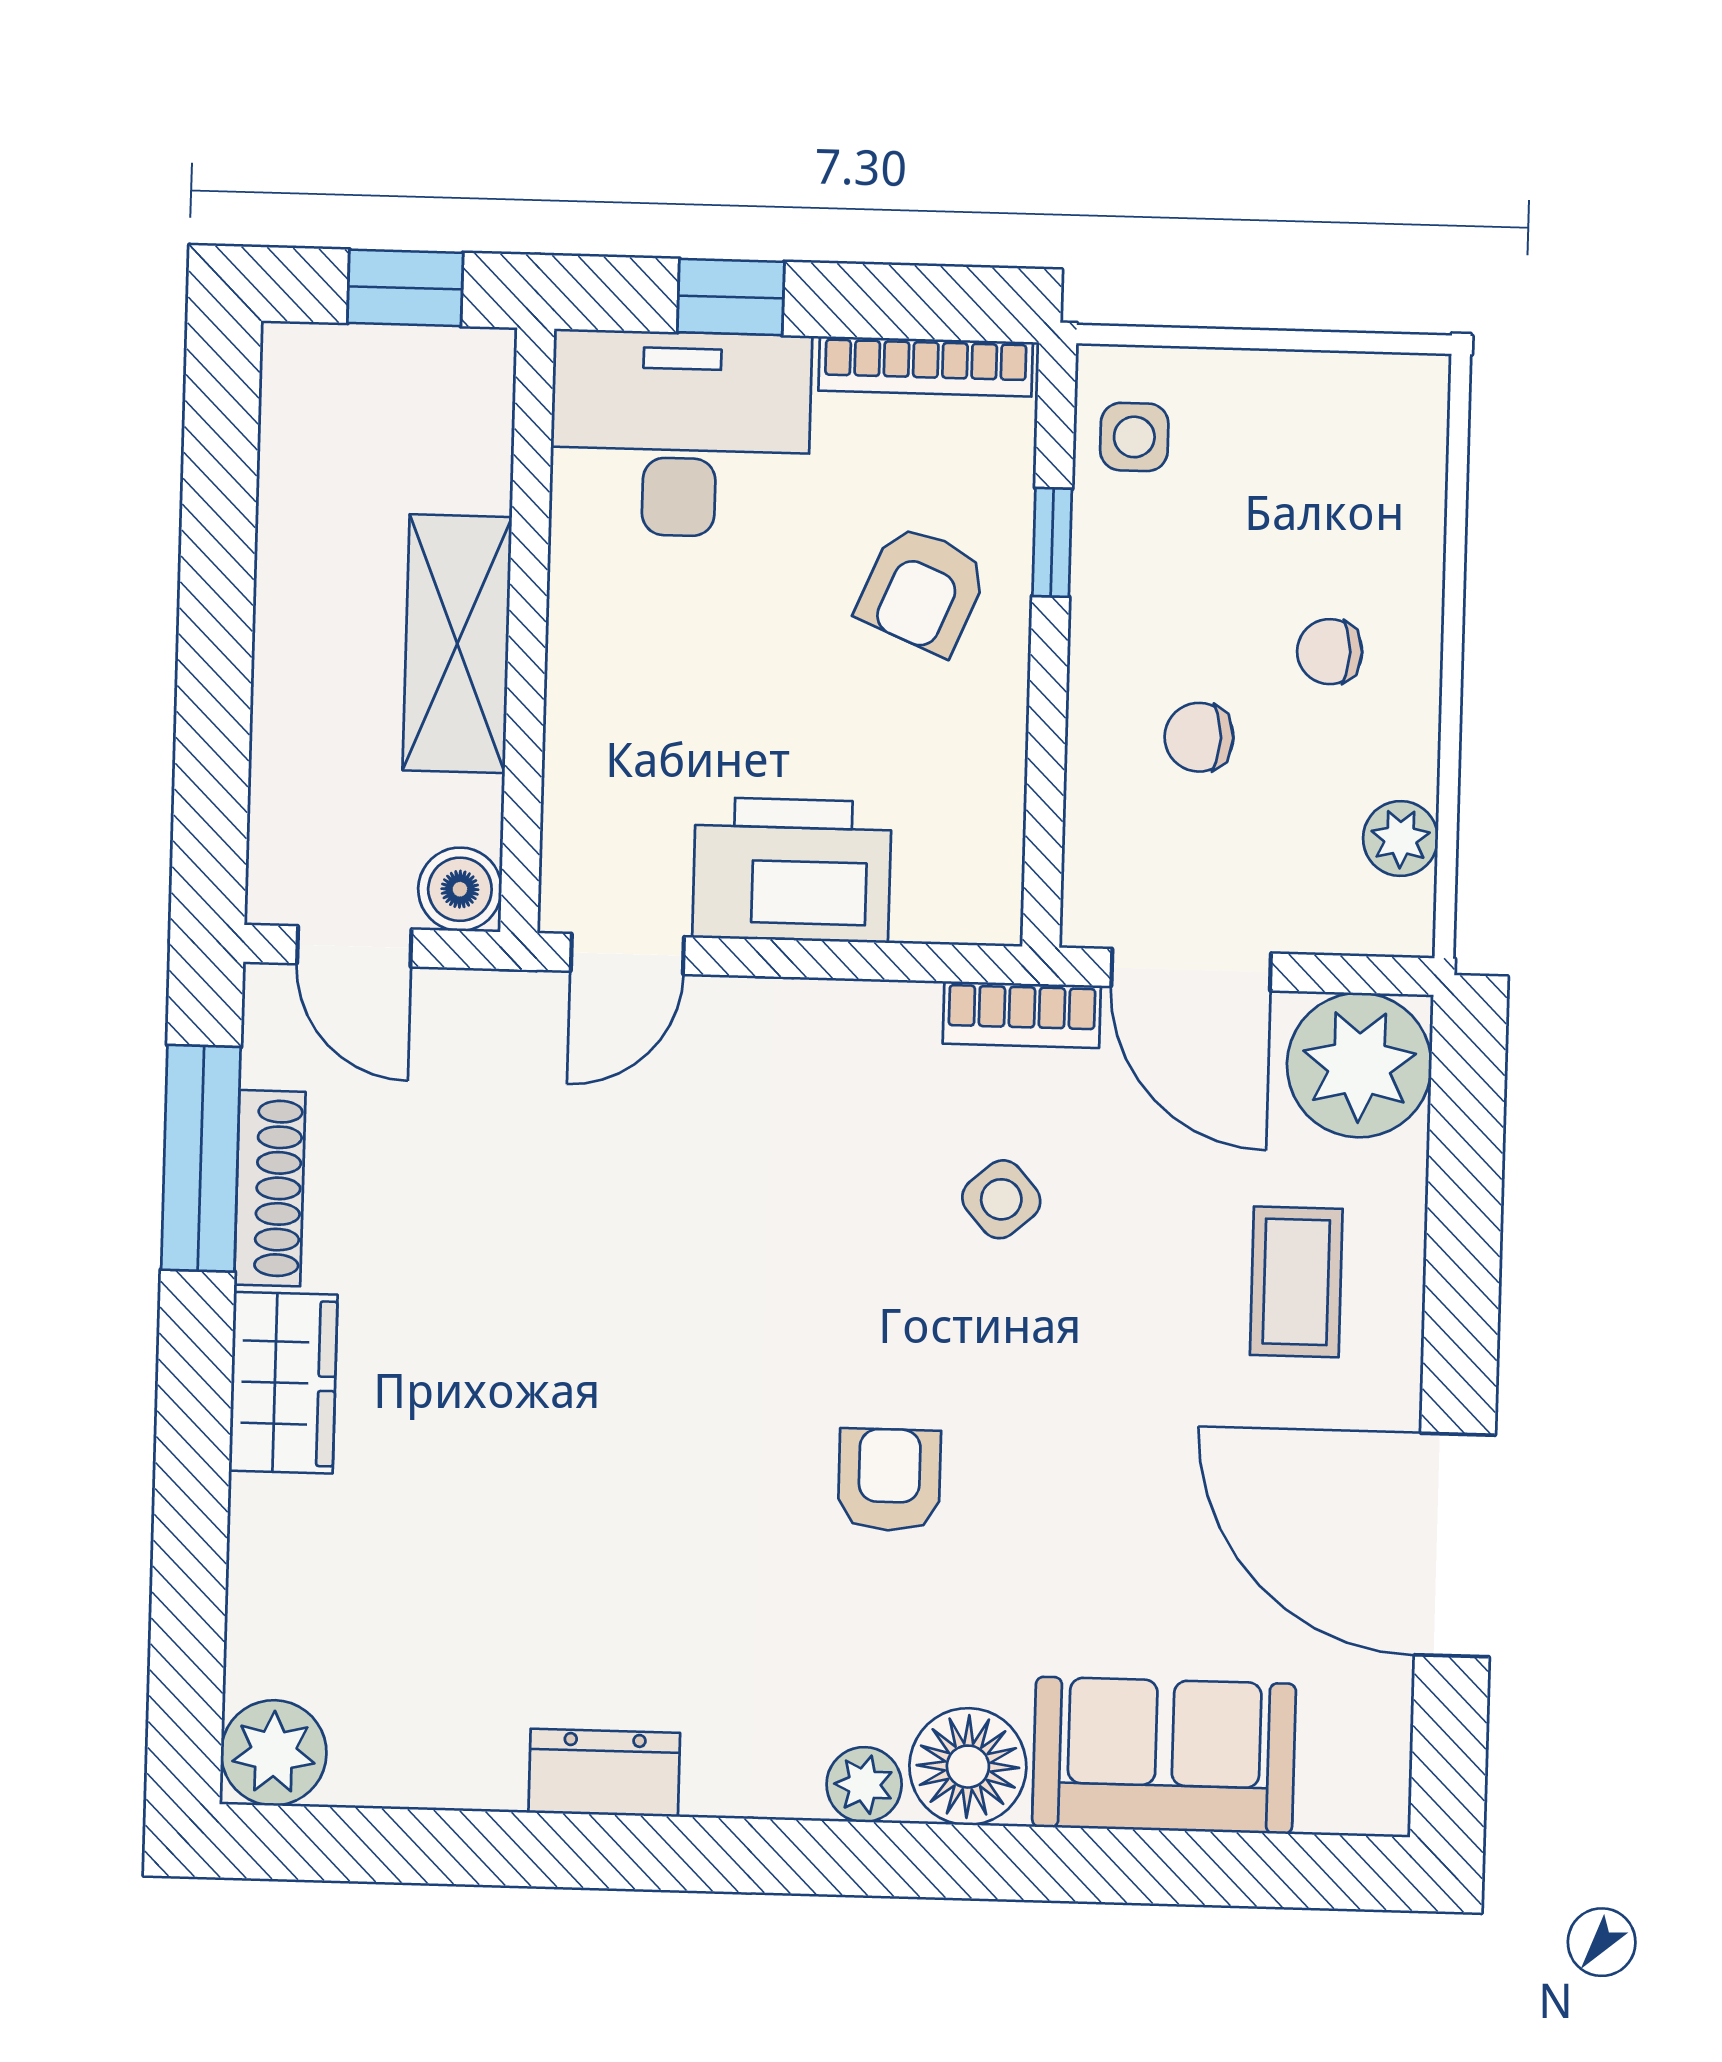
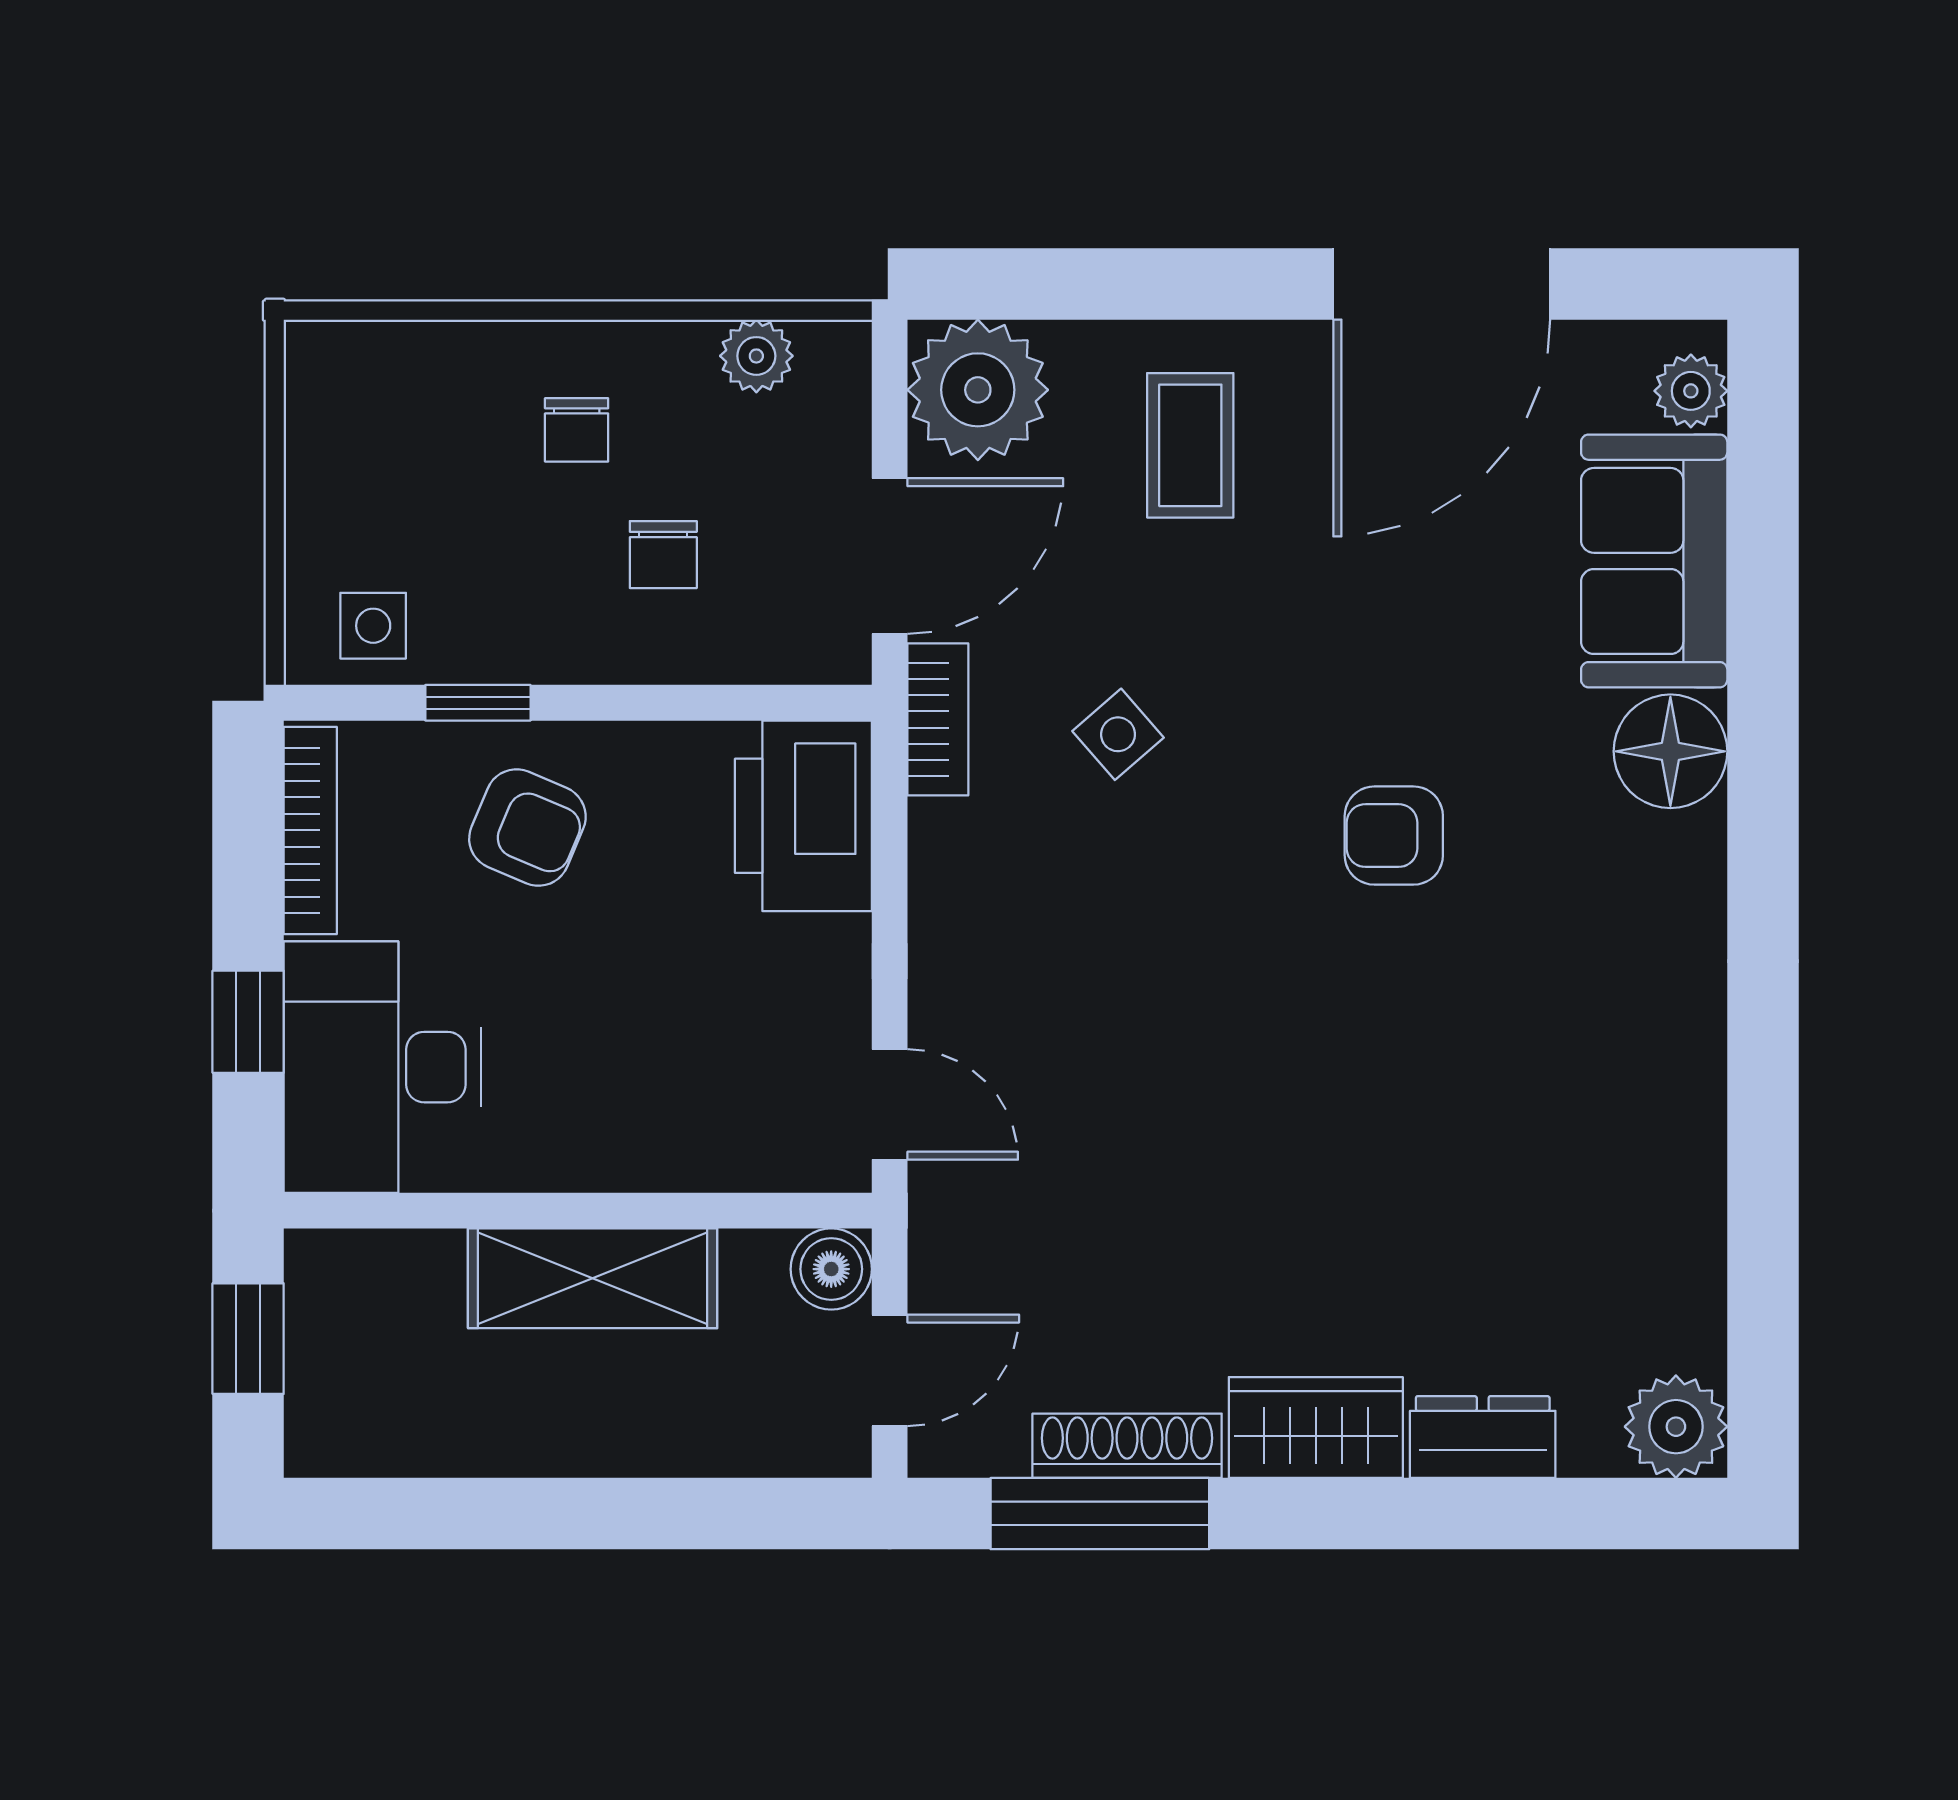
printer: (792, 870) -> (803, 816), moved
coffee table: (1296, 1282) -> (1190, 445), turned 90
dresser: (604, 1773) -> (1483, 1437), moved, turned 90
plant: (864, 1785) -> (1691, 391), moved

